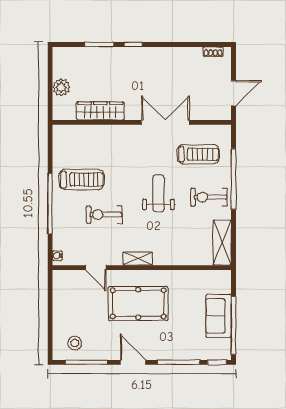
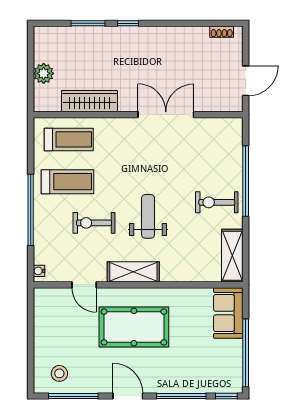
treadmill: (198, 154) -> (69, 139), moved
weight bench: (158, 193) -> (148, 216), moved
shelving: (138, 259) -> (133, 272), width x1.50, depth x1.33
sofa: (219, 316) -> (228, 313), moved

